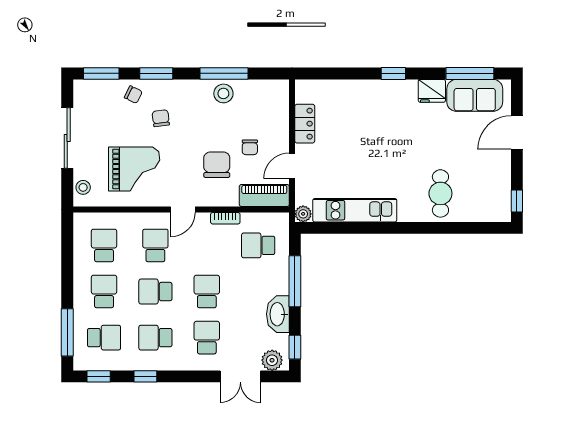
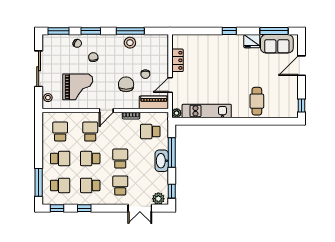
school desk: (104, 292) -> (60, 158), turned 90
washbasin: (278, 314) -> (162, 161), moved

